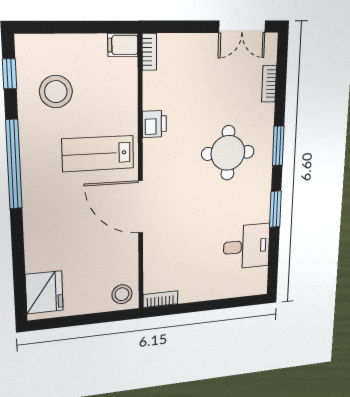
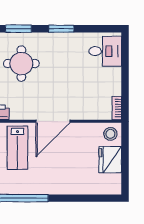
desk: (247, 246) -> (105, 51), moved, turned 90
fridge: (44, 292) -> (110, 160), moved, turned -90

